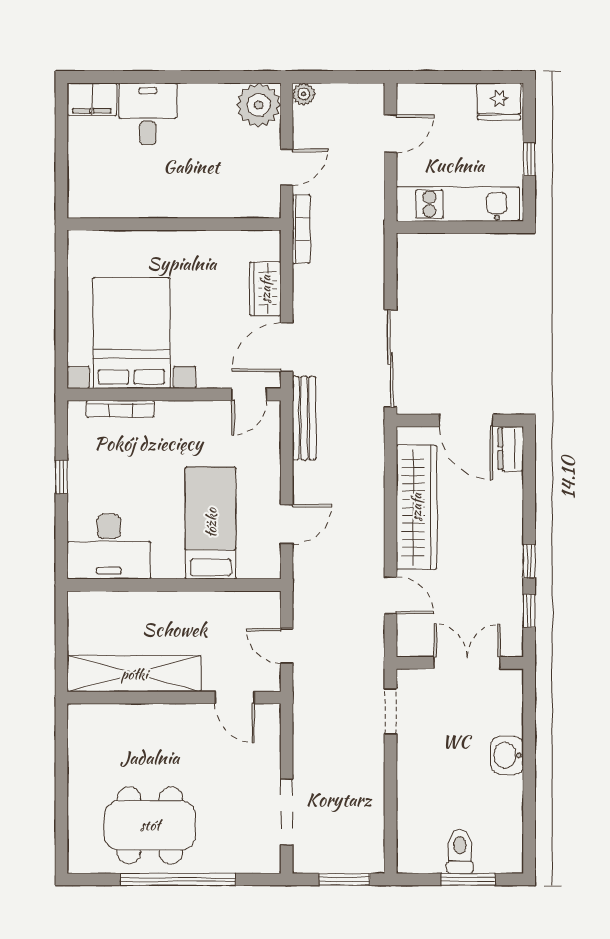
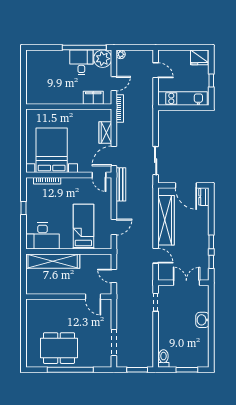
window: (213, 77) -> (84, 47), added
filing cabinet: (92, 99) -> (93, 98), moved, turned 180
desk: (148, 114) -> (81, 62), moved
door: (391, 134) -> (156, 70), hinge flipped
sliding door: (391, 359) -> (156, 161), width x0.73
door: (249, 395) -> (99, 175), hinge flipped
shelving: (134, 674) -> (53, 261), moved
toilet: (460, 852) -> (164, 359), moved

